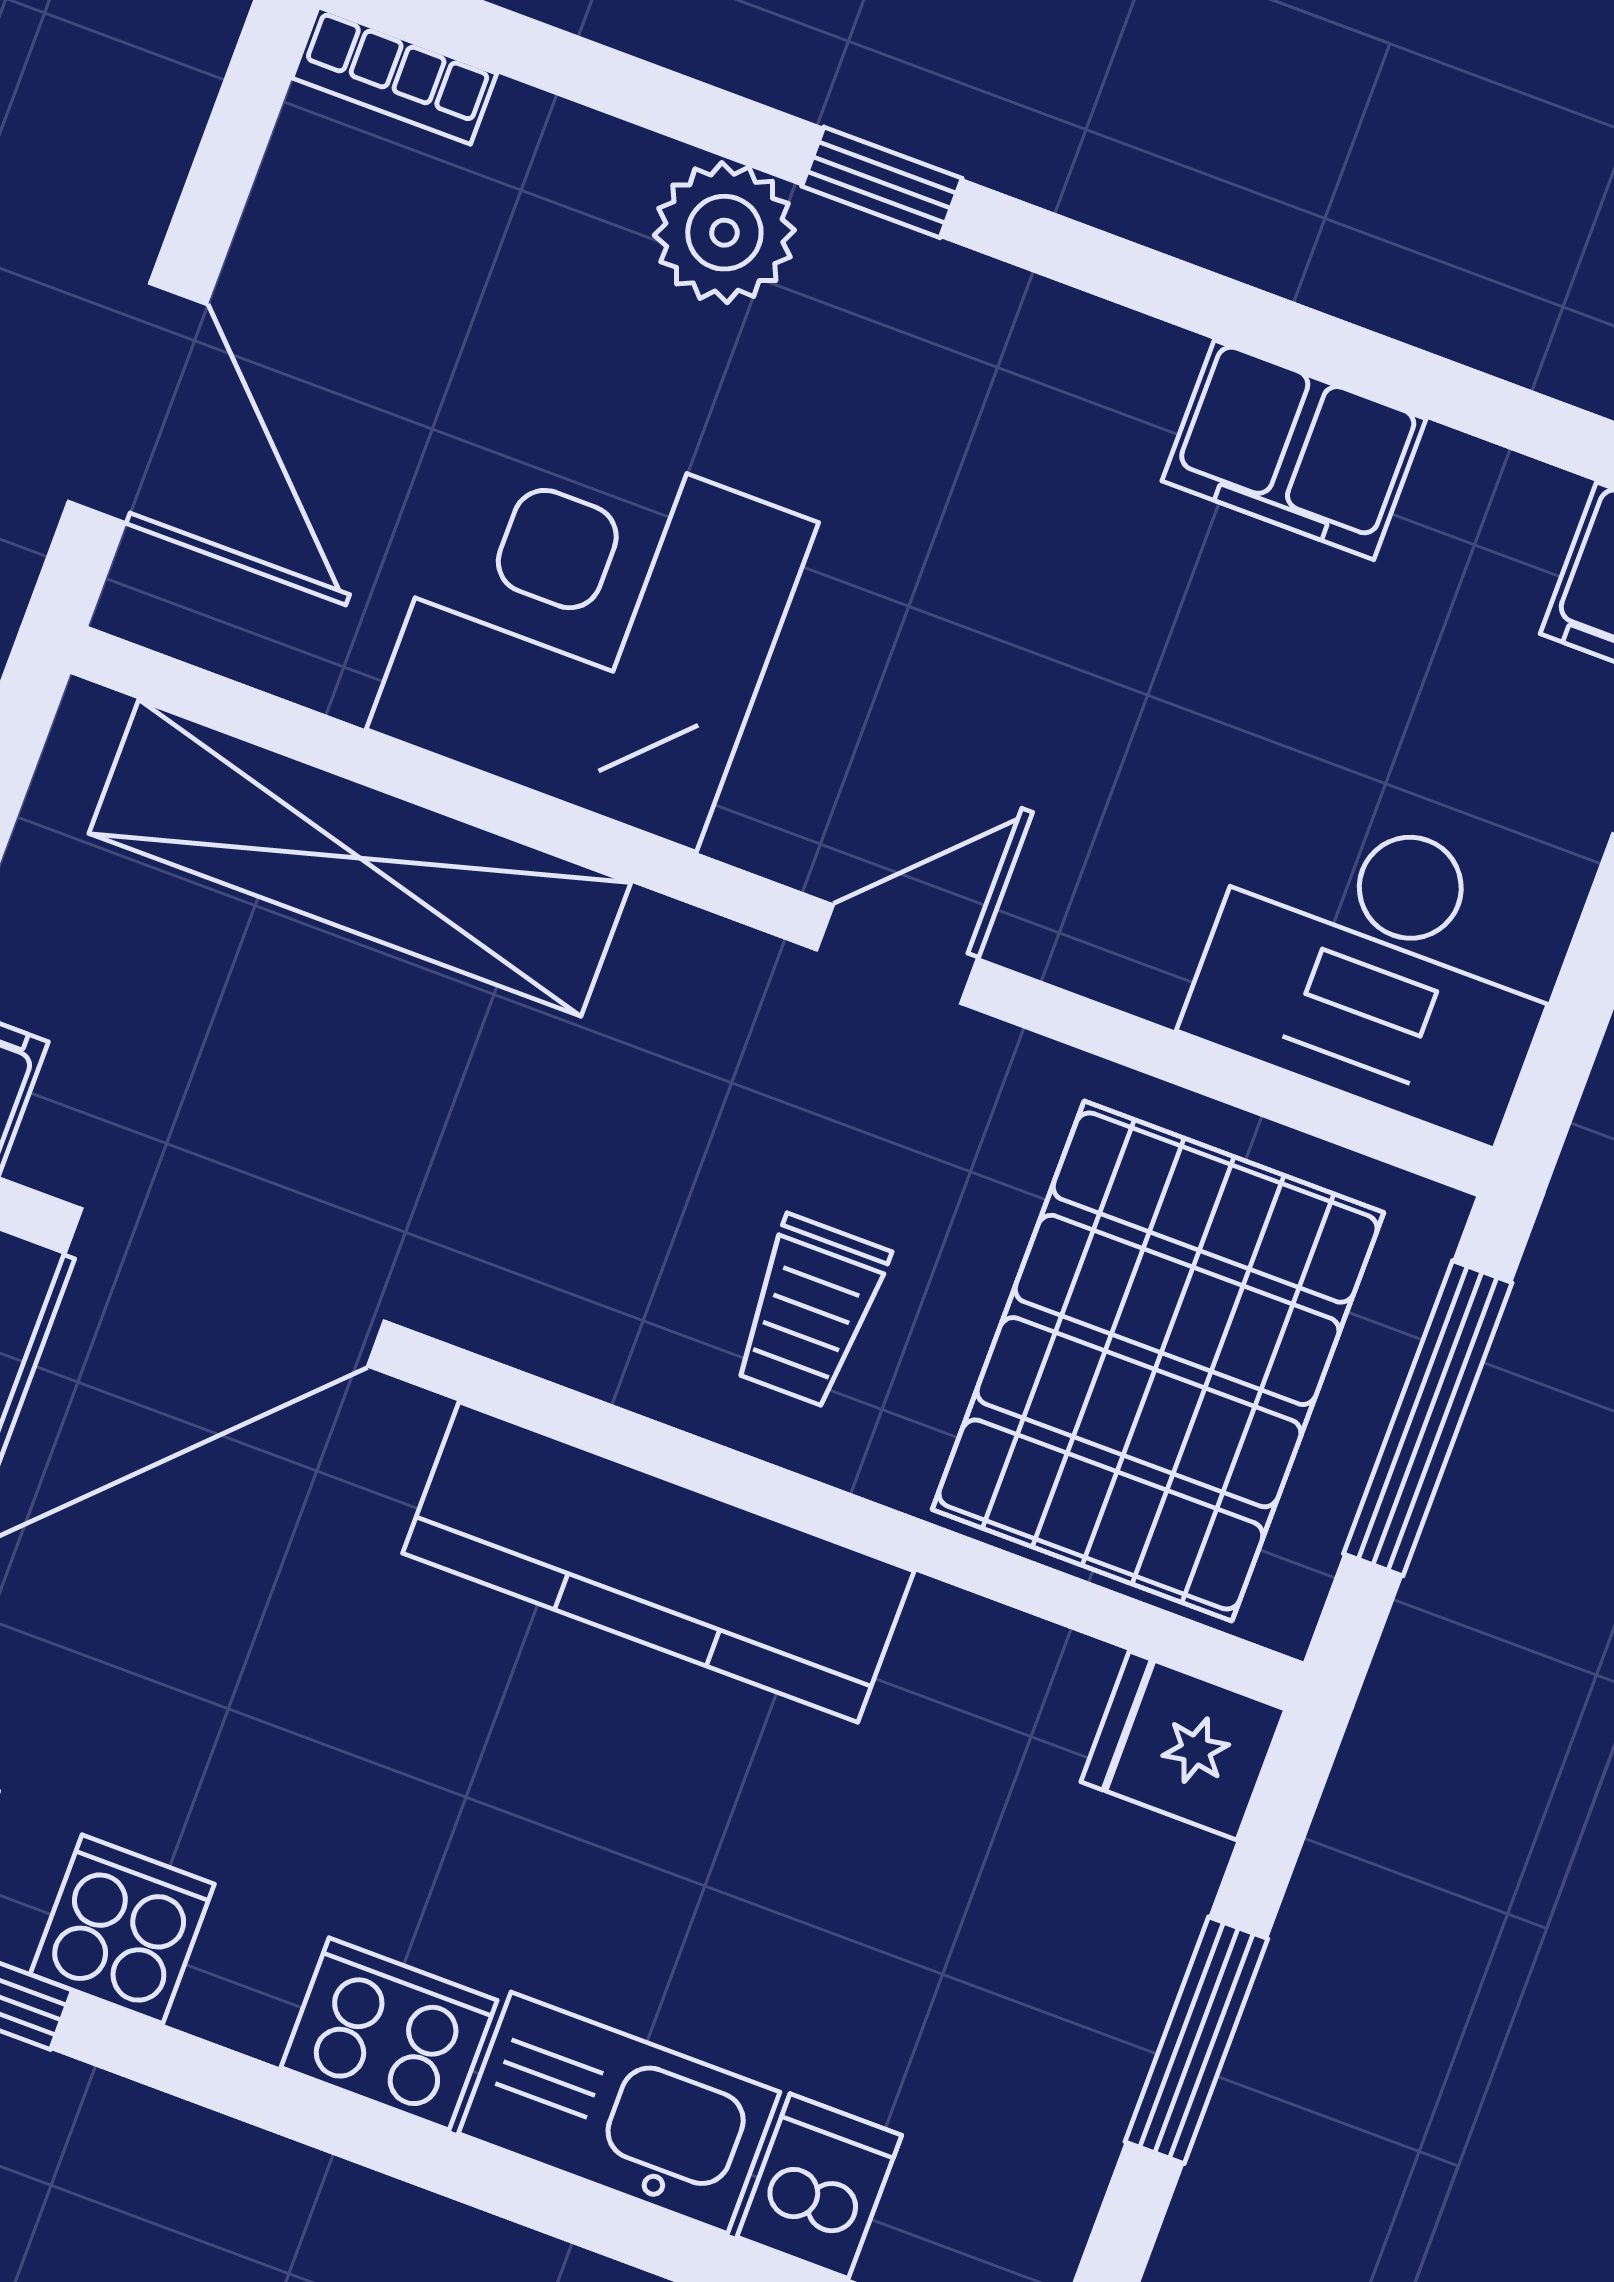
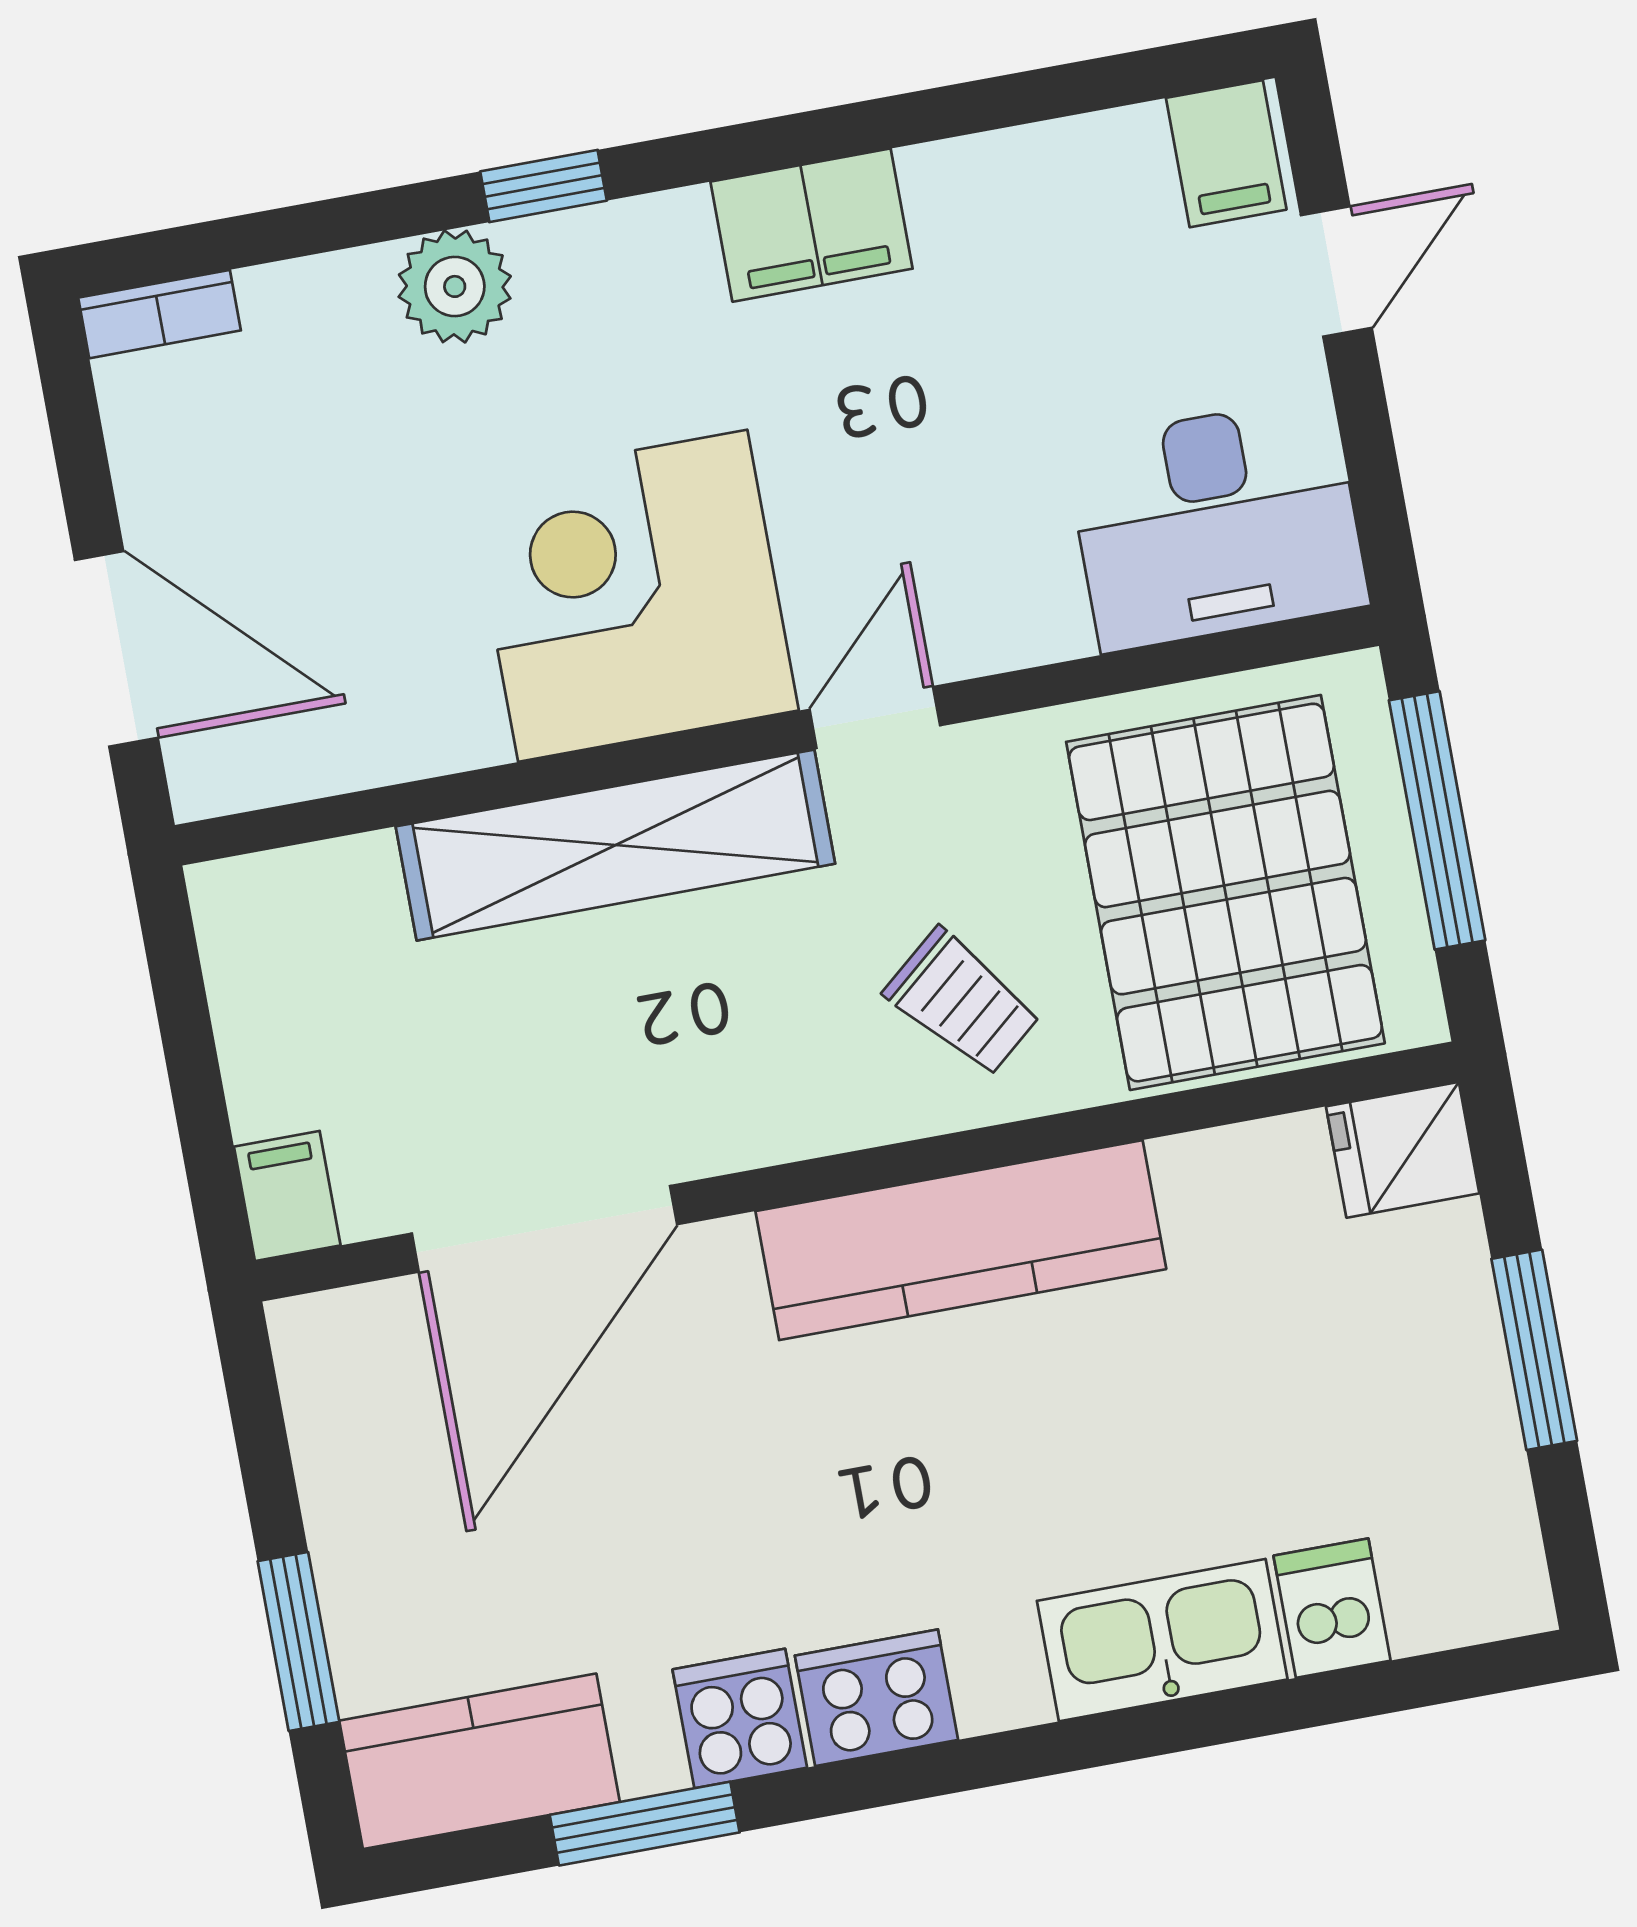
filing cabinet: (1294, 450) -> (811, 225), moved
corner desk: (592, 626) -> (633, 596), moved
shelving: (360, 858) -> (615, 845), moved
trolley: (810, 1311) -> (962, 1002), turned -40
cooker: (389, 2034) -> (877, 1698), moved

